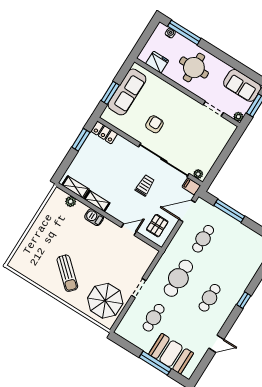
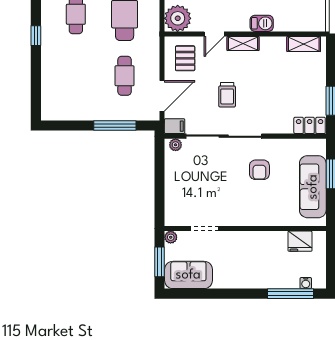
round table: (194, 68) -> (255, 261), removed
plant: (71, 201) -> (178, 18), moved, width x1.88, depth x1.88
shelving: (97, 201) -> (243, 44), moved

